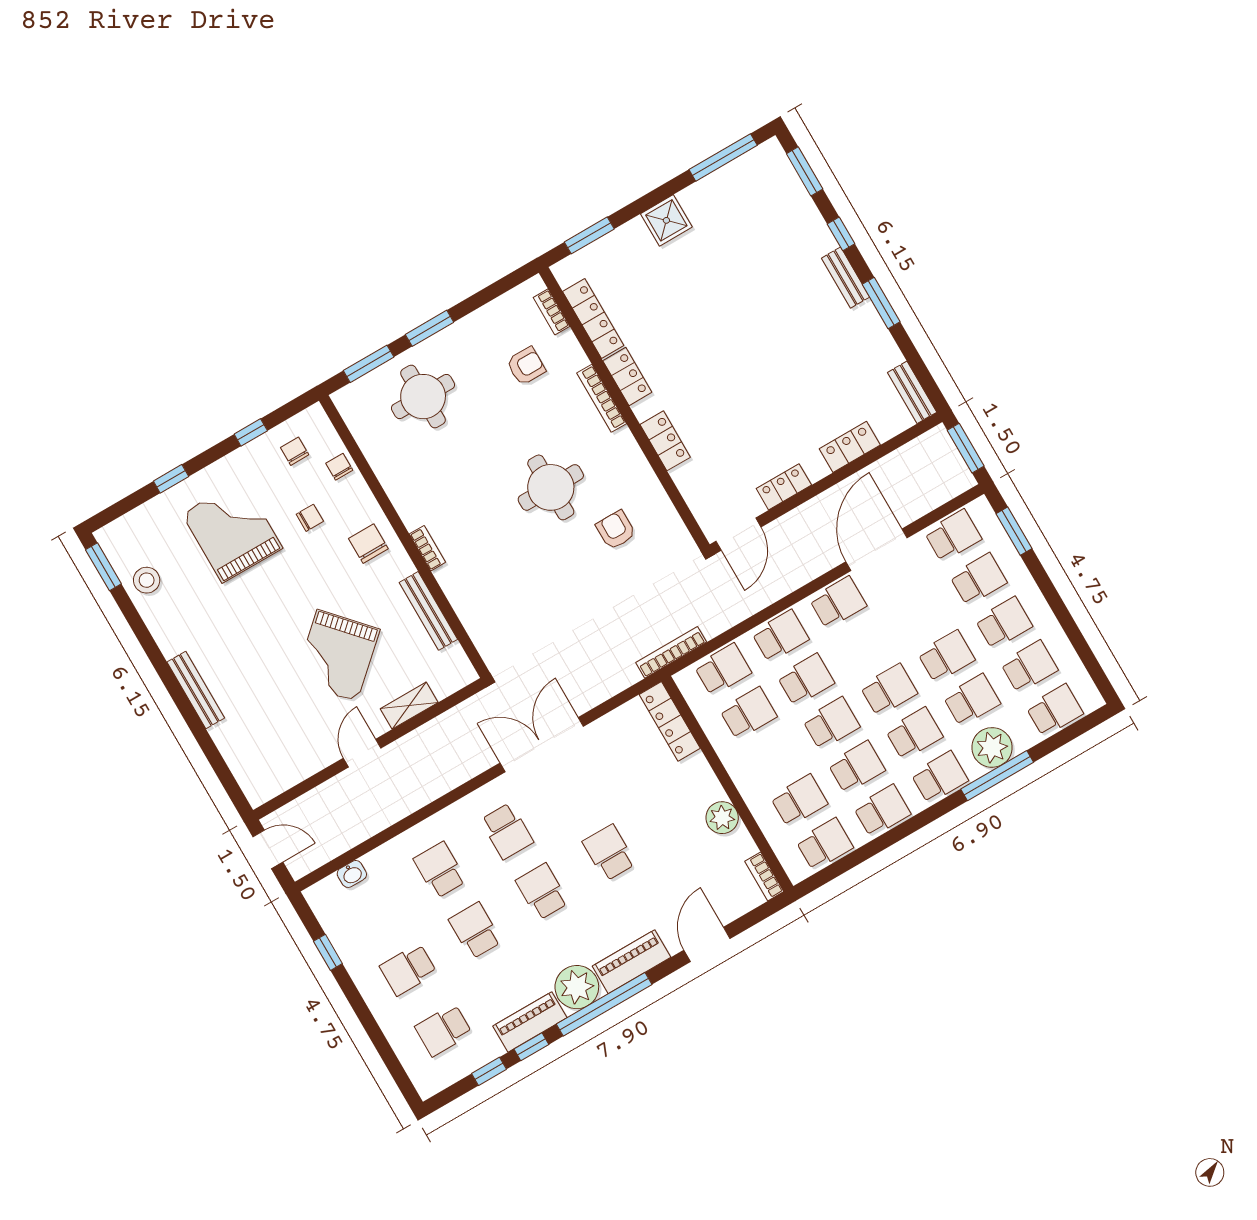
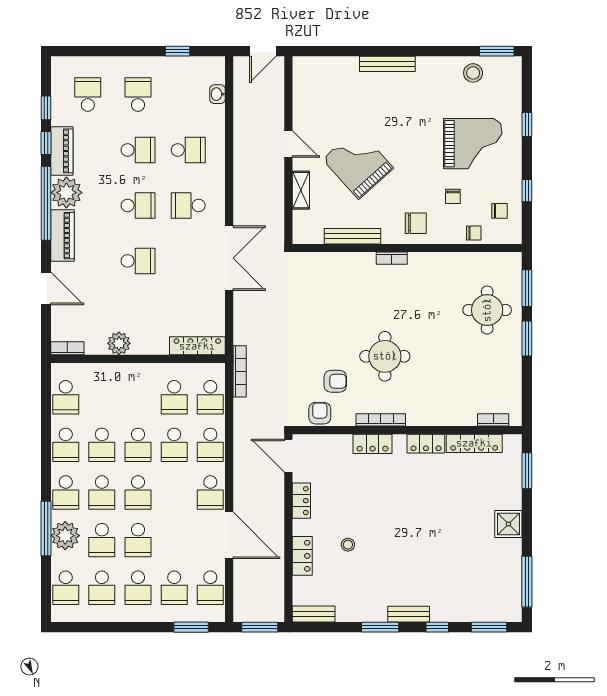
armchair: (526, 366) -> (320, 413), moved, turned 180
bookcase: (602, 398) -> (381, 420), moved
stool: (804, 400) -> (348, 545), added
school desk: (799, 800) -> (102, 397), removed

